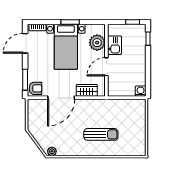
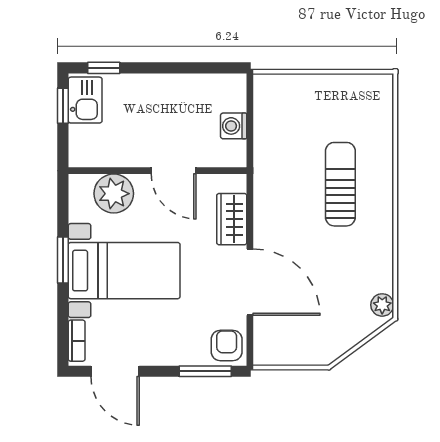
kitchen sink: (114, 45) -> (85, 100), moved, turned 90
washing machine: (141, 91) -> (234, 126), moved

